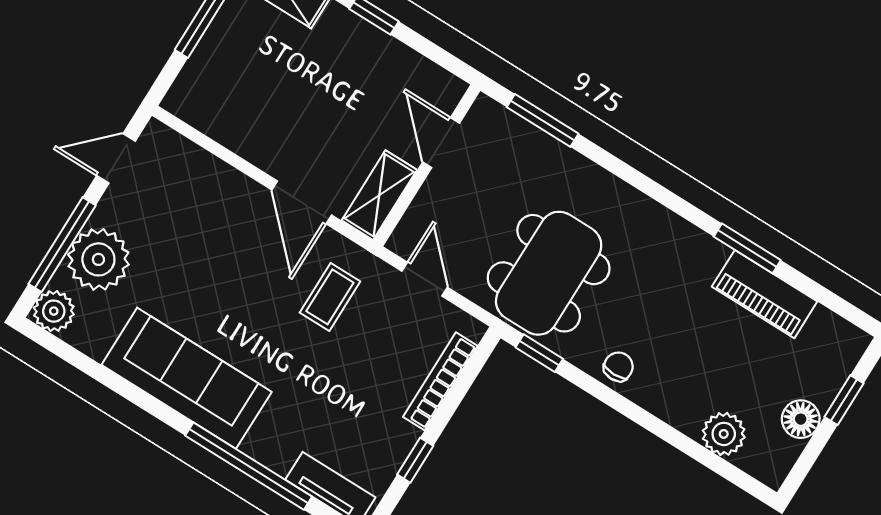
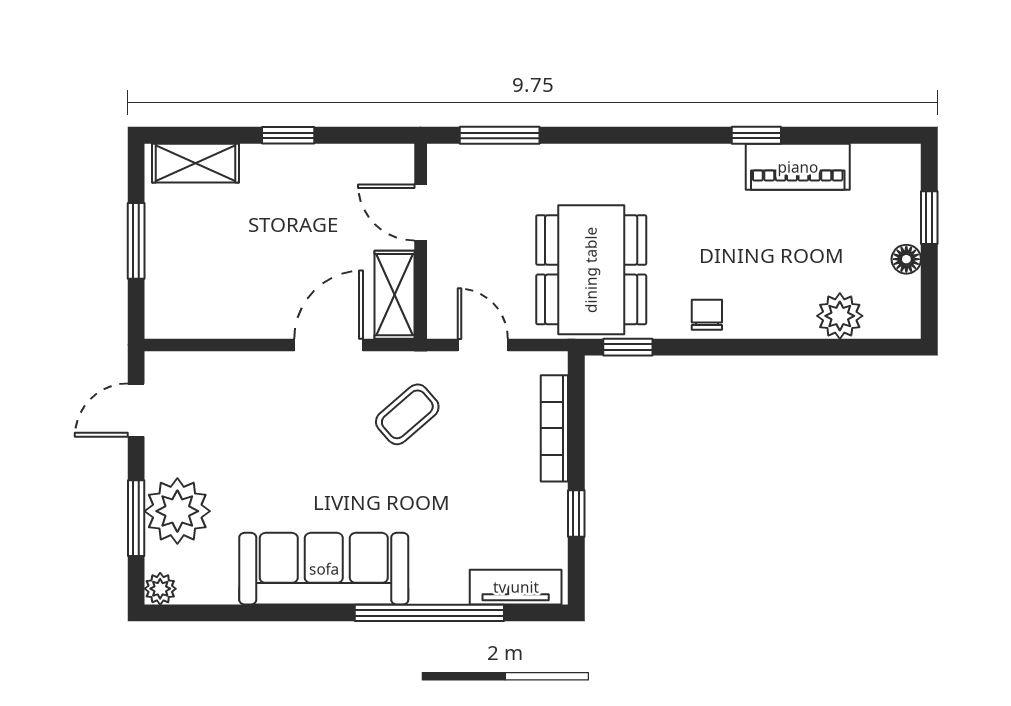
door: (302, 202) -> (329, 345), swing flipped
window: (62, 245) -> (136, 518), width x0.69
window: (747, 248) -> (756, 135), width x0.67
coffee table: (330, 297) -> (407, 414), turned 49
plant: (54, 311) -> (160, 589), width x0.73, depth x0.73
floor lamp: (801, 419) -> (906, 259), width x0.73, depth x0.73

